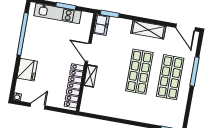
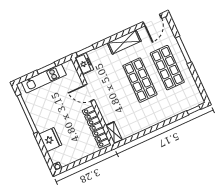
door: (185, 27) -> (152, 20), hinge flipped
shelving: (90, 76) -> (114, 133), moved
door: (38, 106) -> (78, 163), removed

